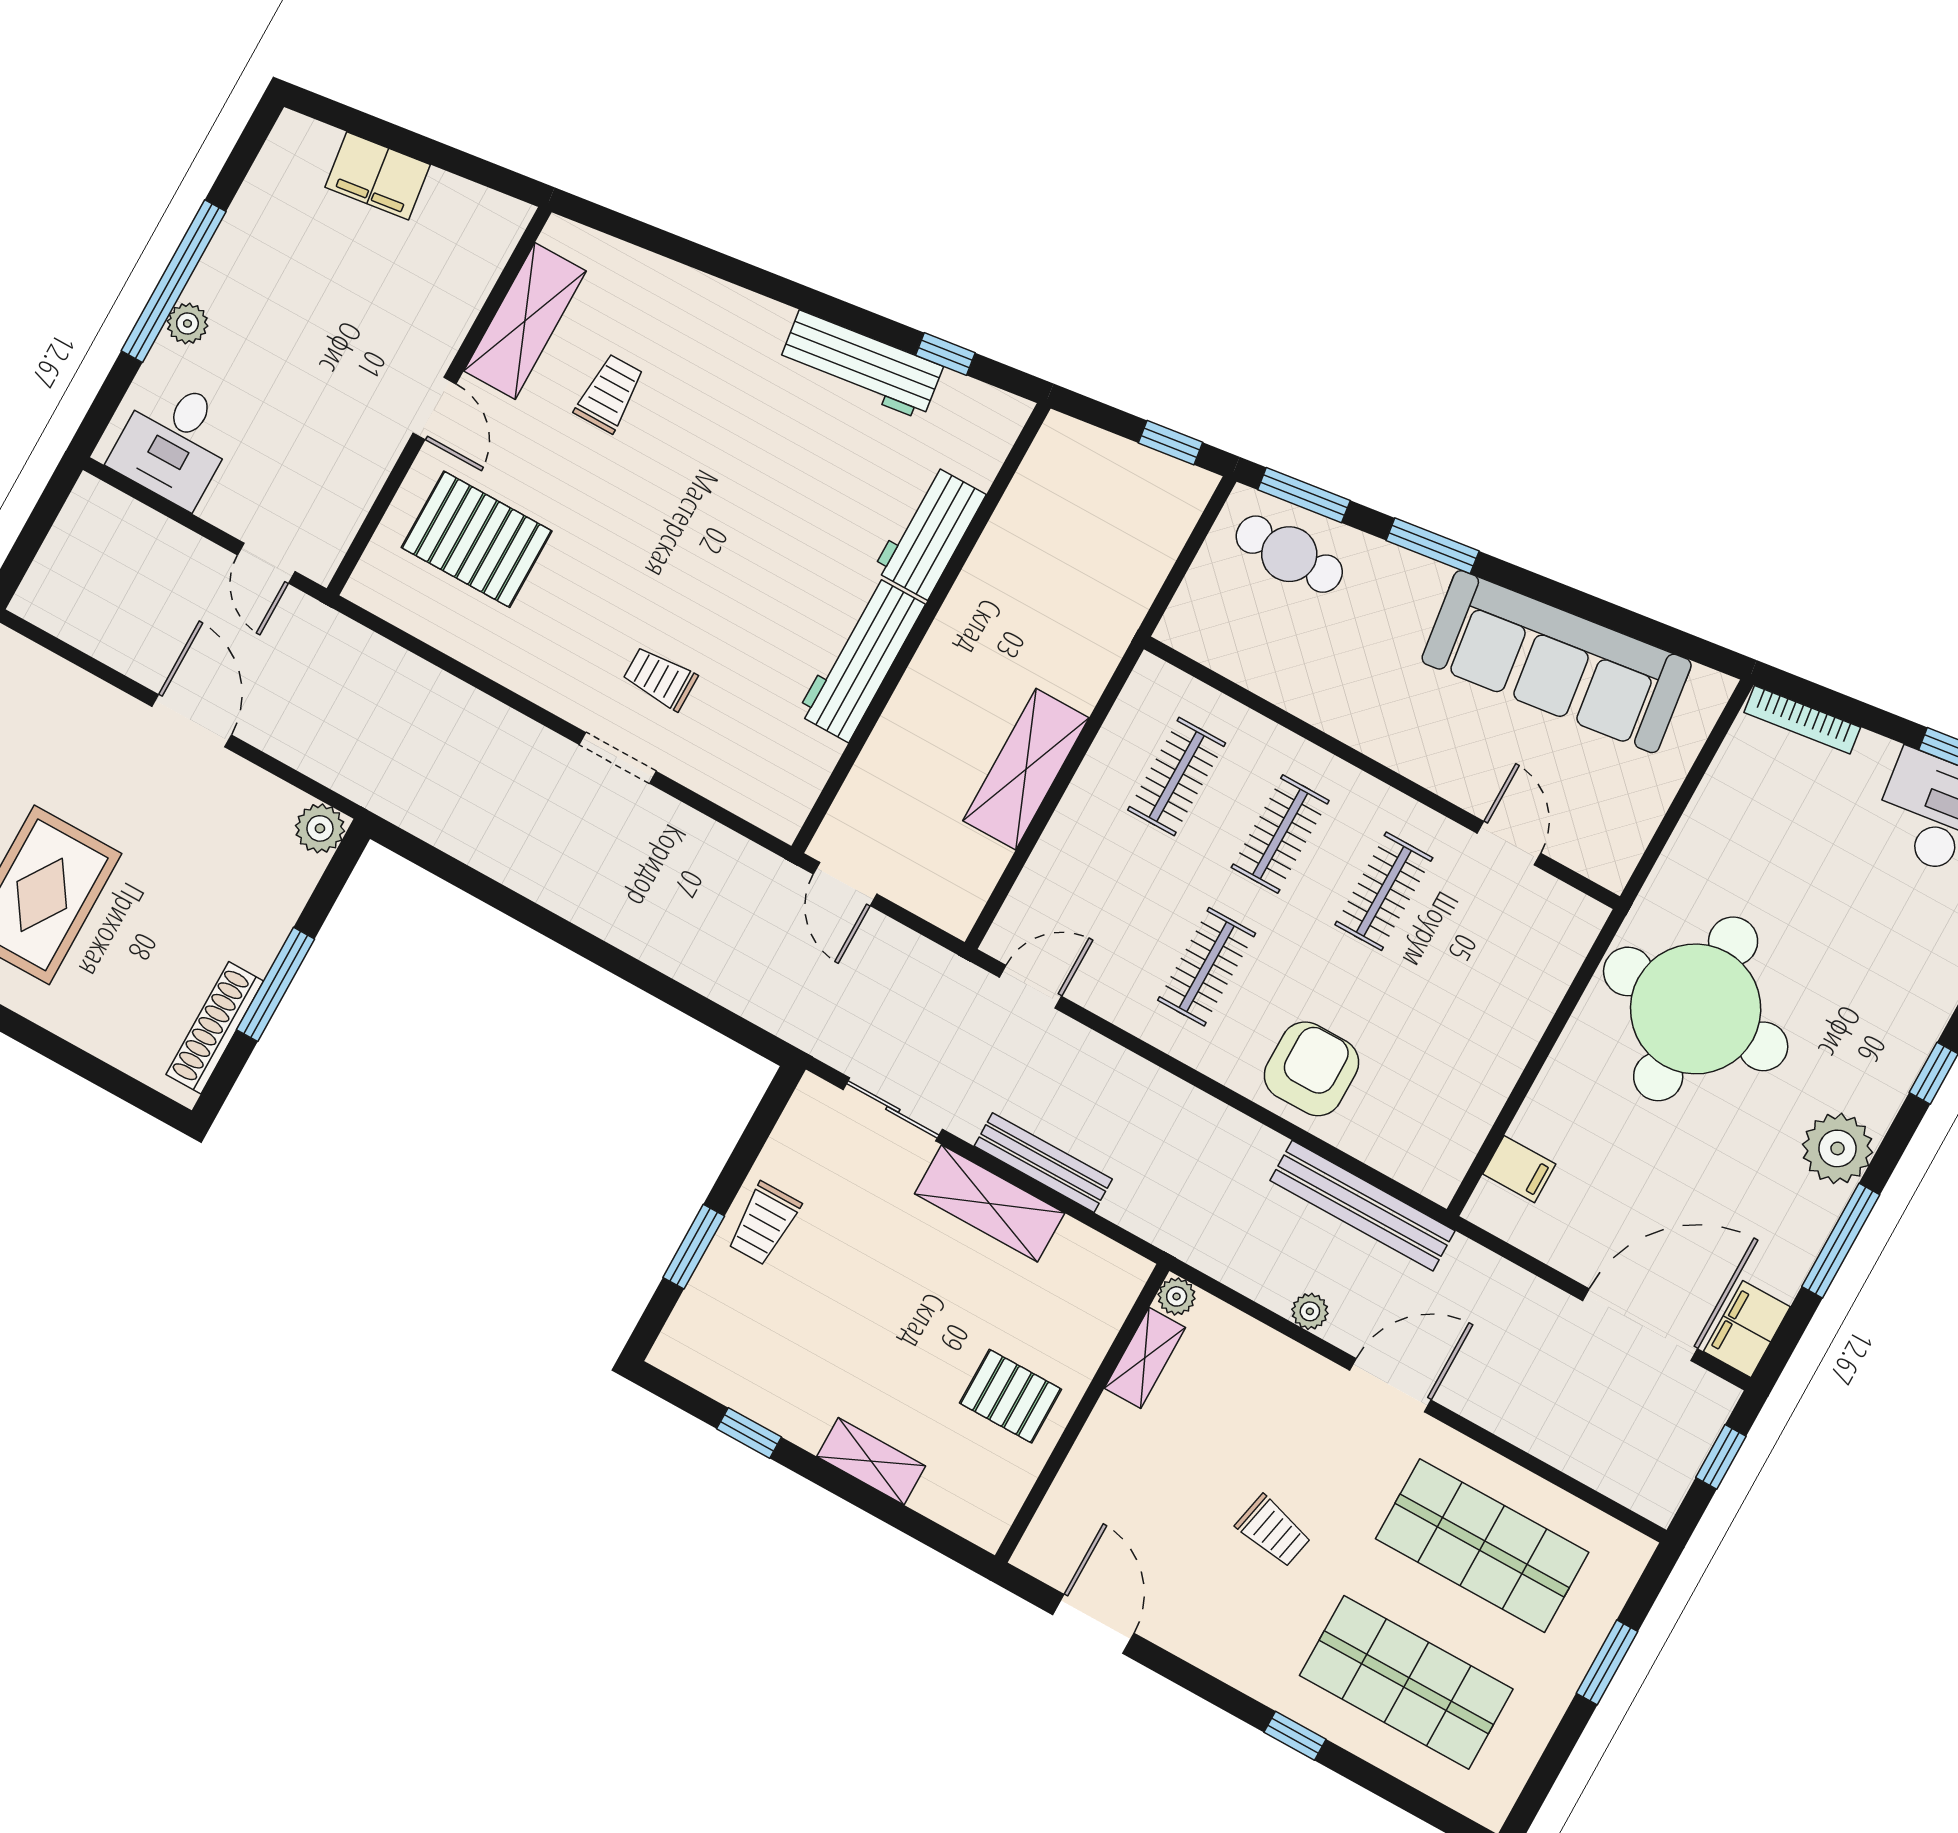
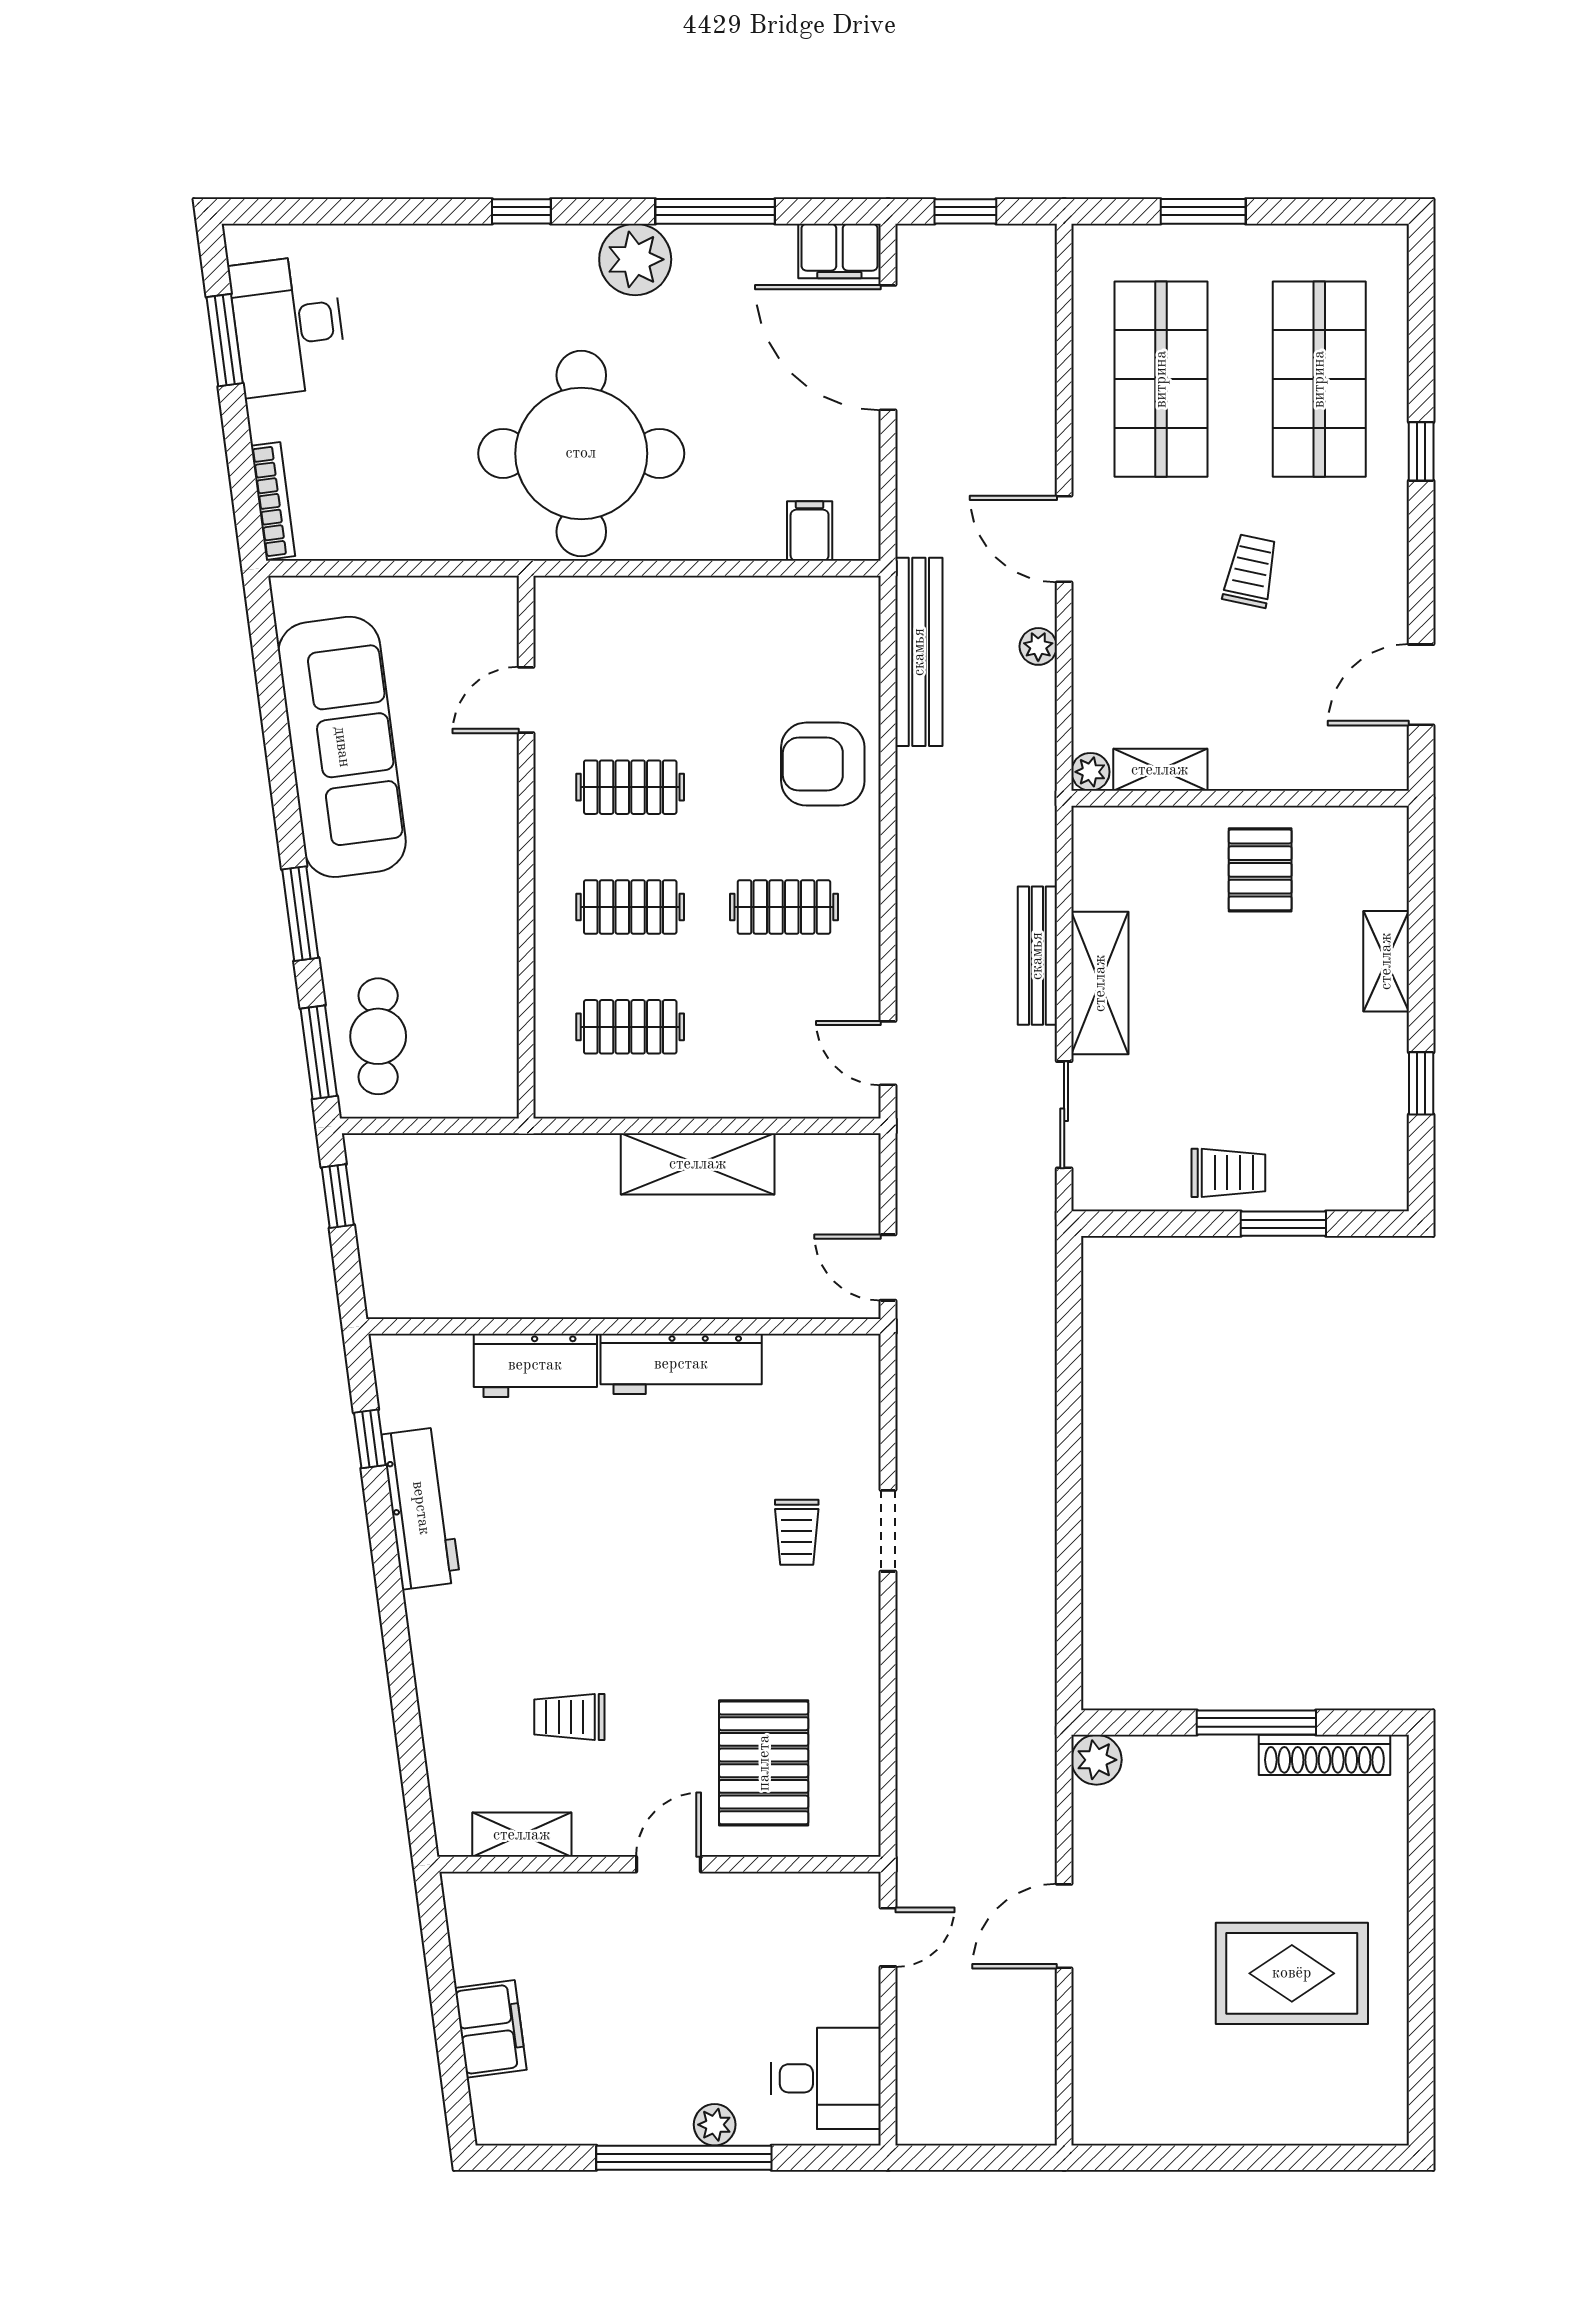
shelving: (525, 321) -> (522, 1835), width x0.67, depth x0.75
door: (845, 884) -> (888, 1268), swing flipped

